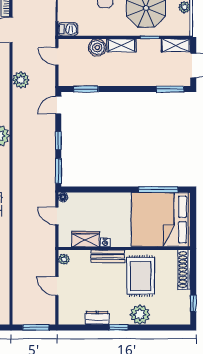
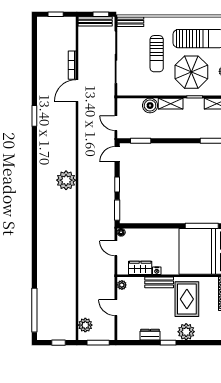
barbecue: (68, 29) -> (125, 90), removed
door: (57, 56) -> (116, 123), moved
plant: (21, 80) -> (85, 325), moved

